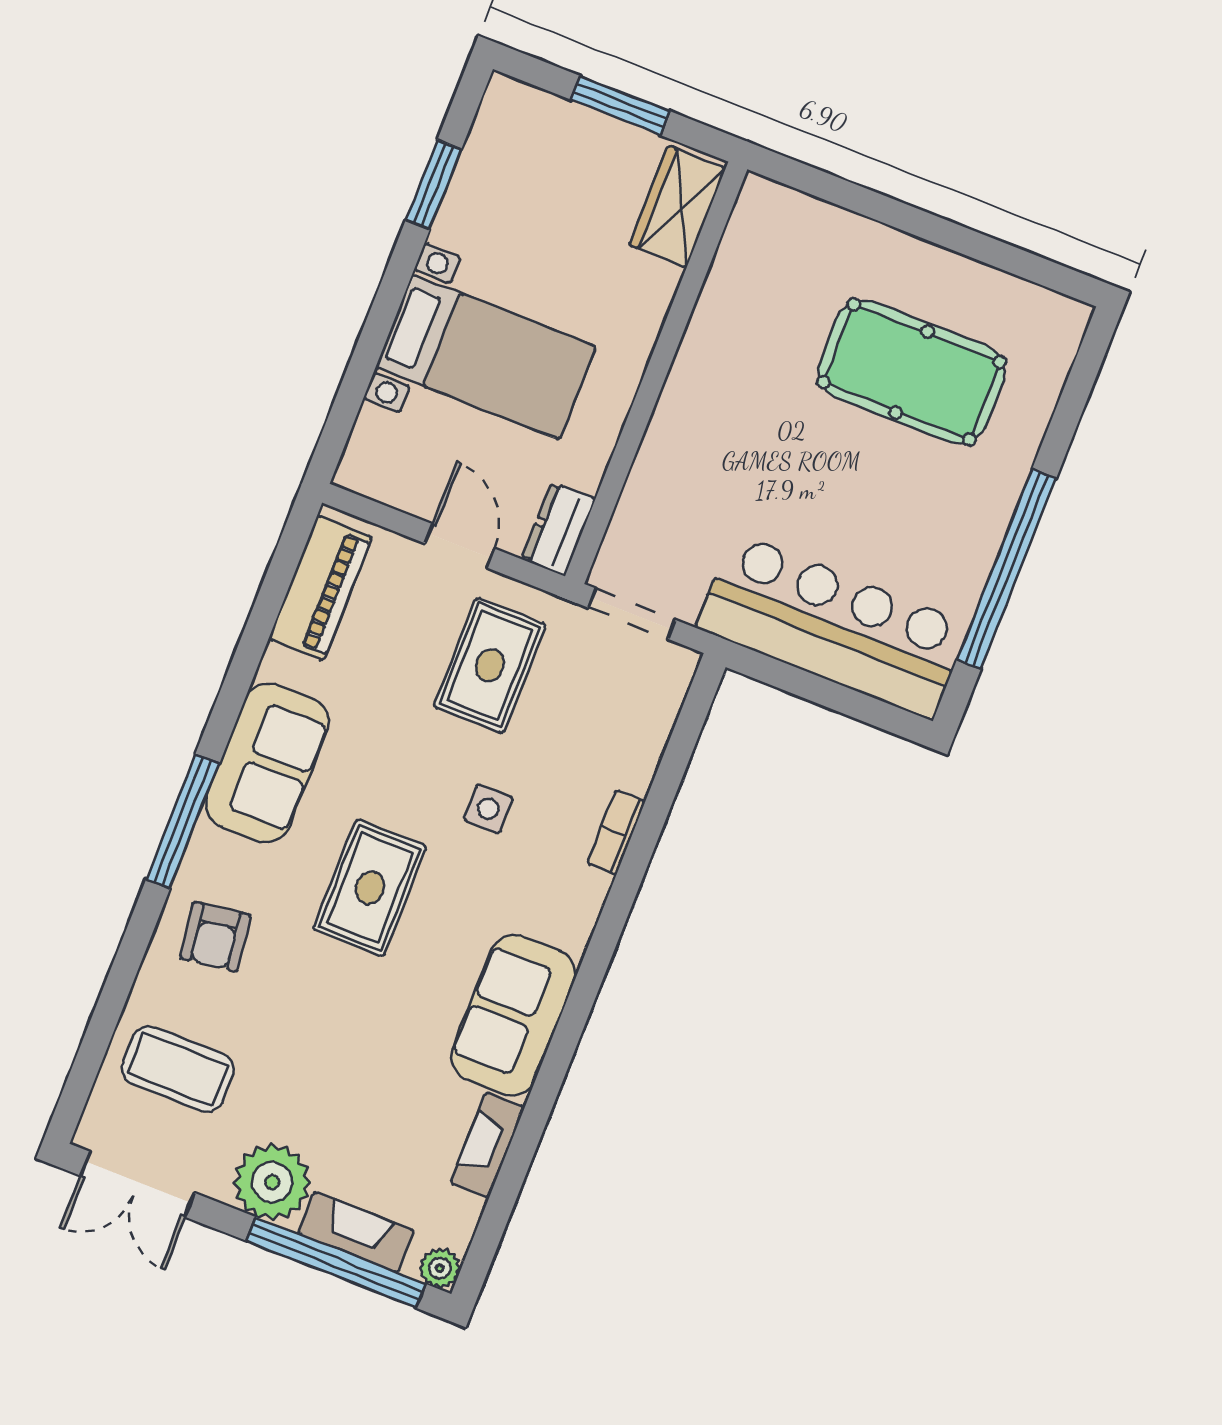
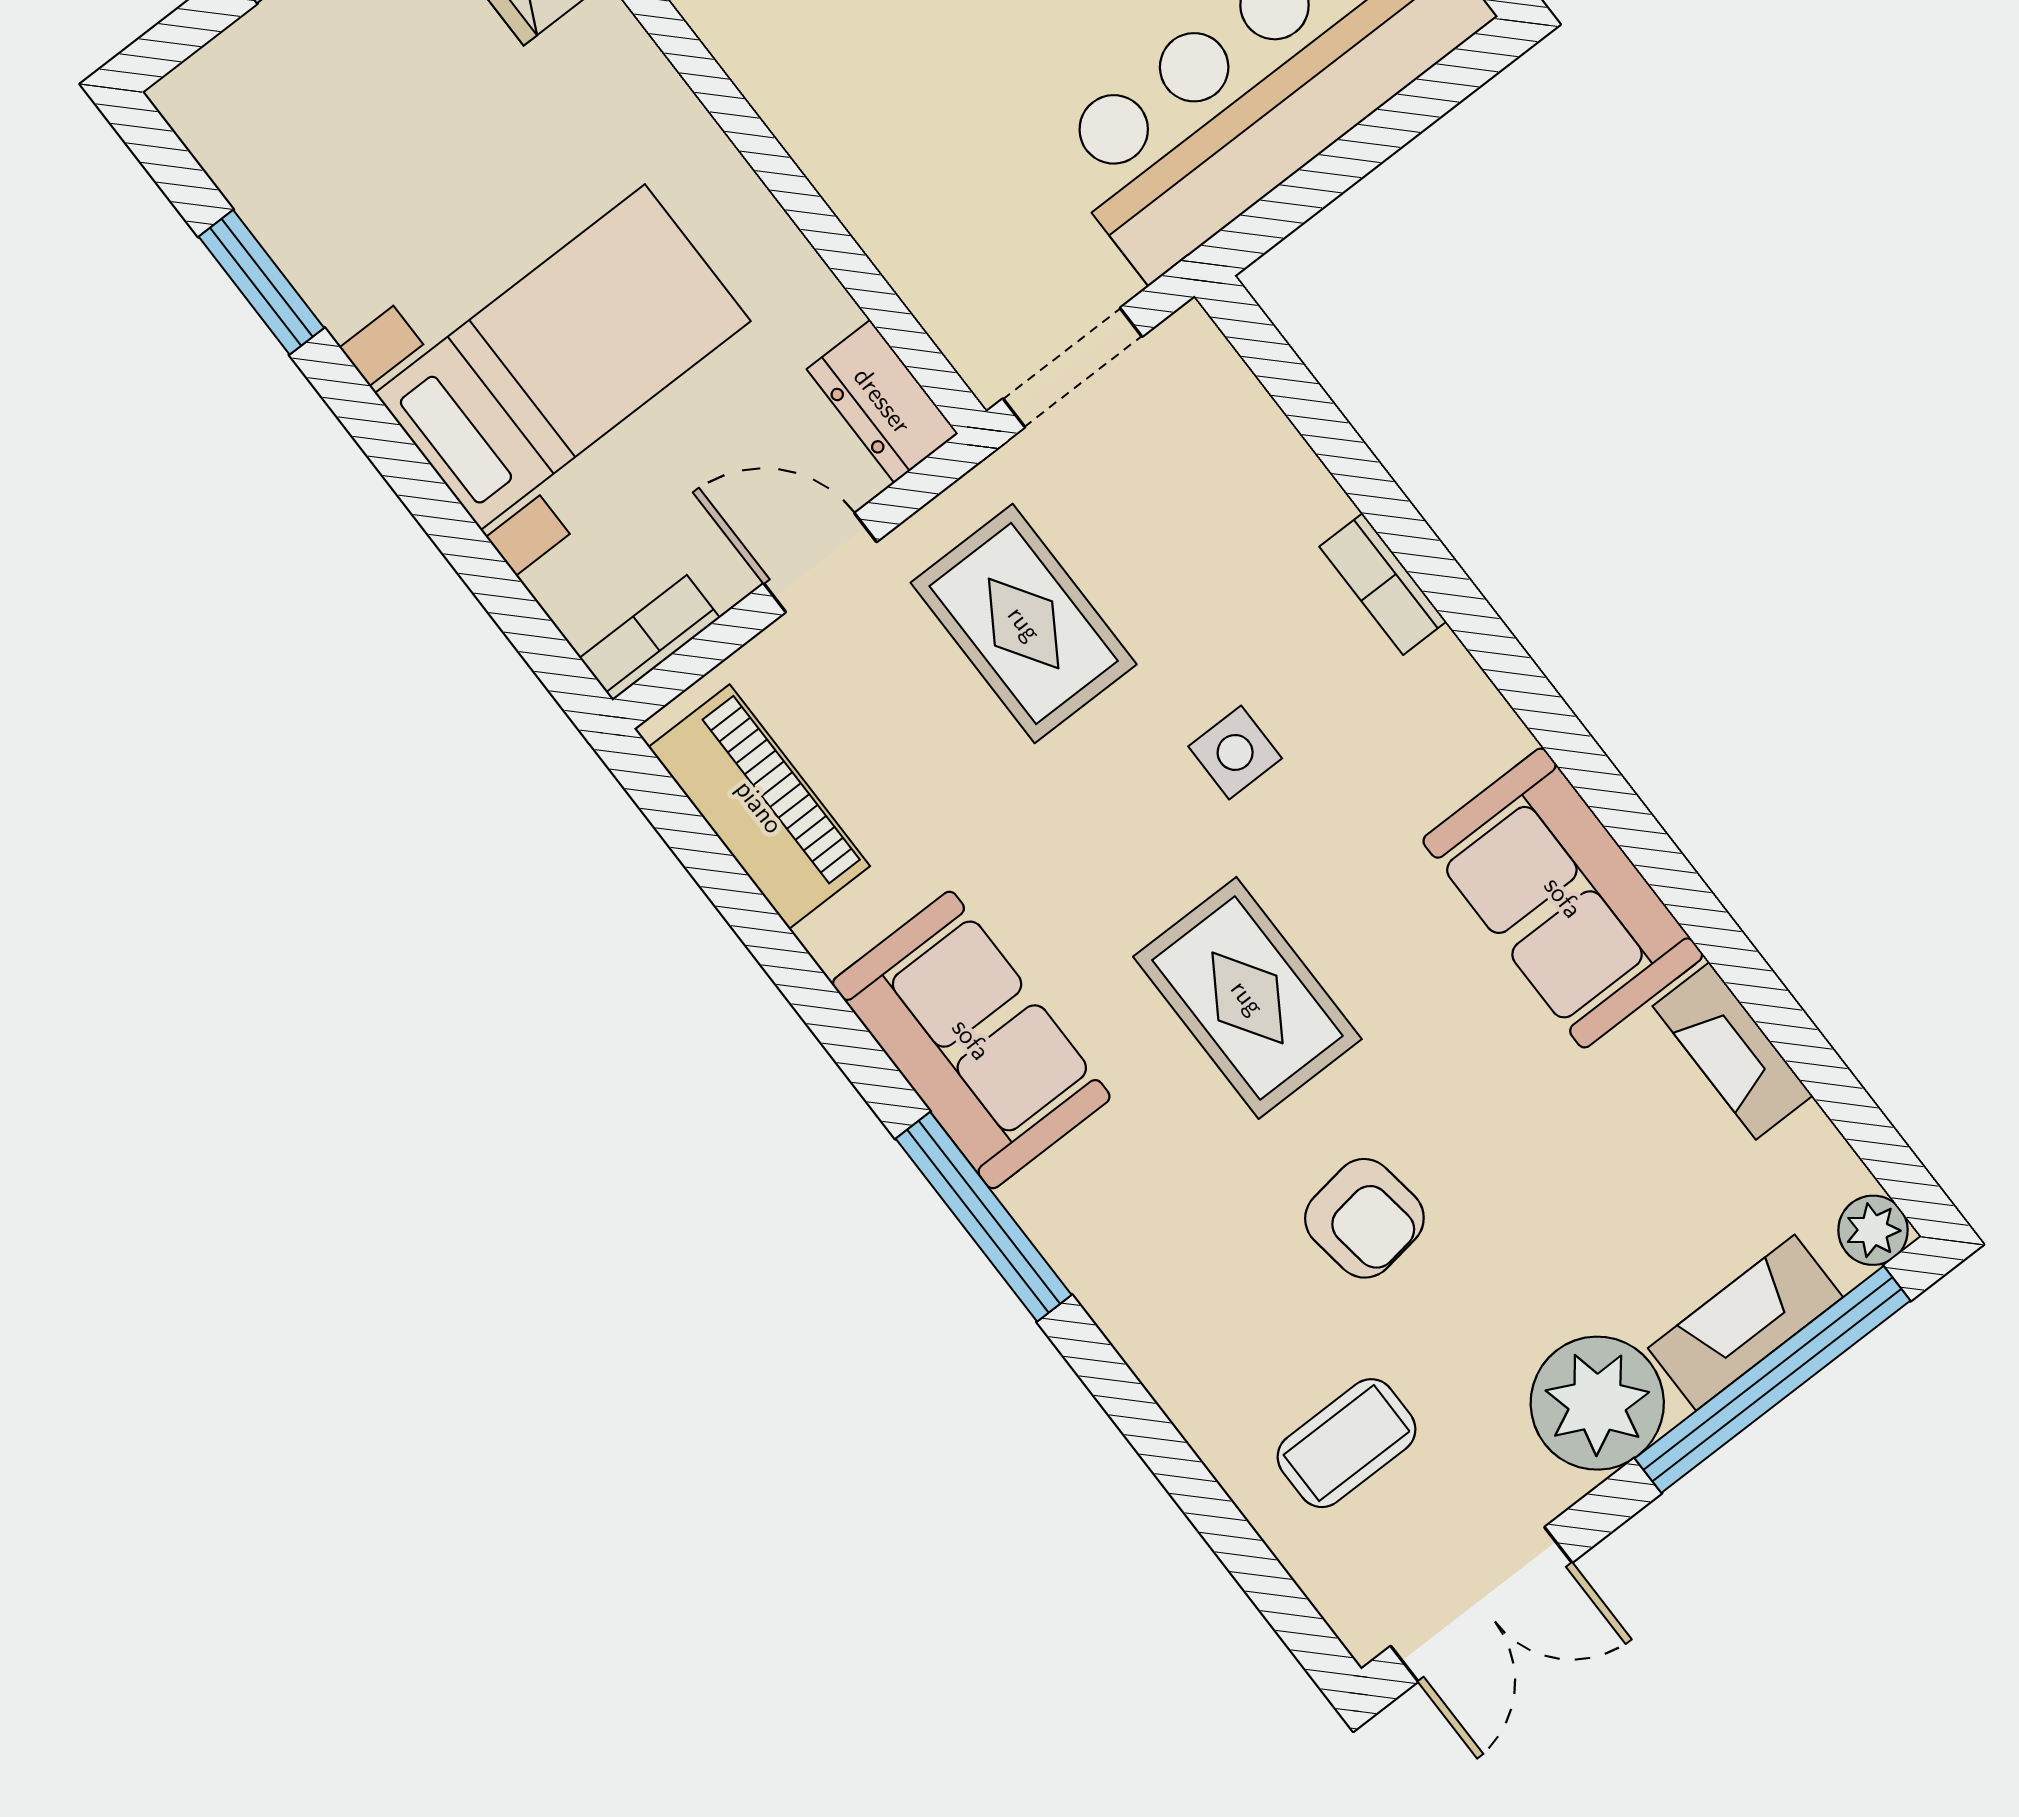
bookcase: (372, 483) -> (650, 638), added
armchair: (215, 937) -> (1364, 1218), moved
coffee table: (178, 1069) -> (1346, 1443), width x0.73, depth x0.77

